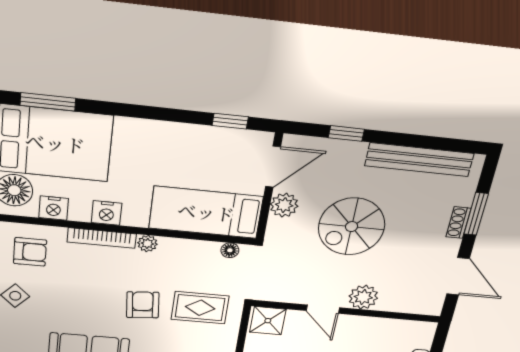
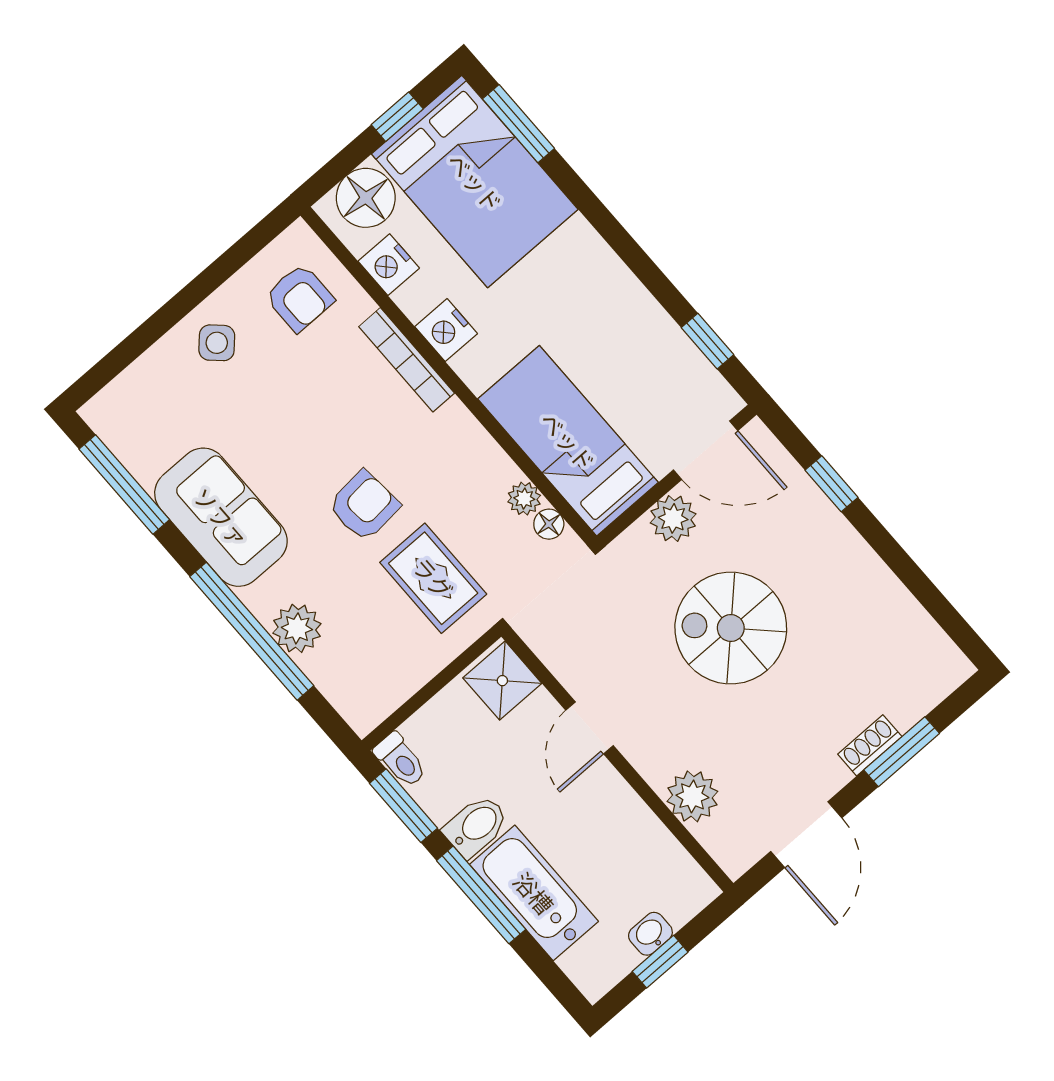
bench: (419, 160) -> (891, 603), removed
plant: (147, 244) -> (524, 499), moved
plant: (363, 297) -> (692, 796), moved

